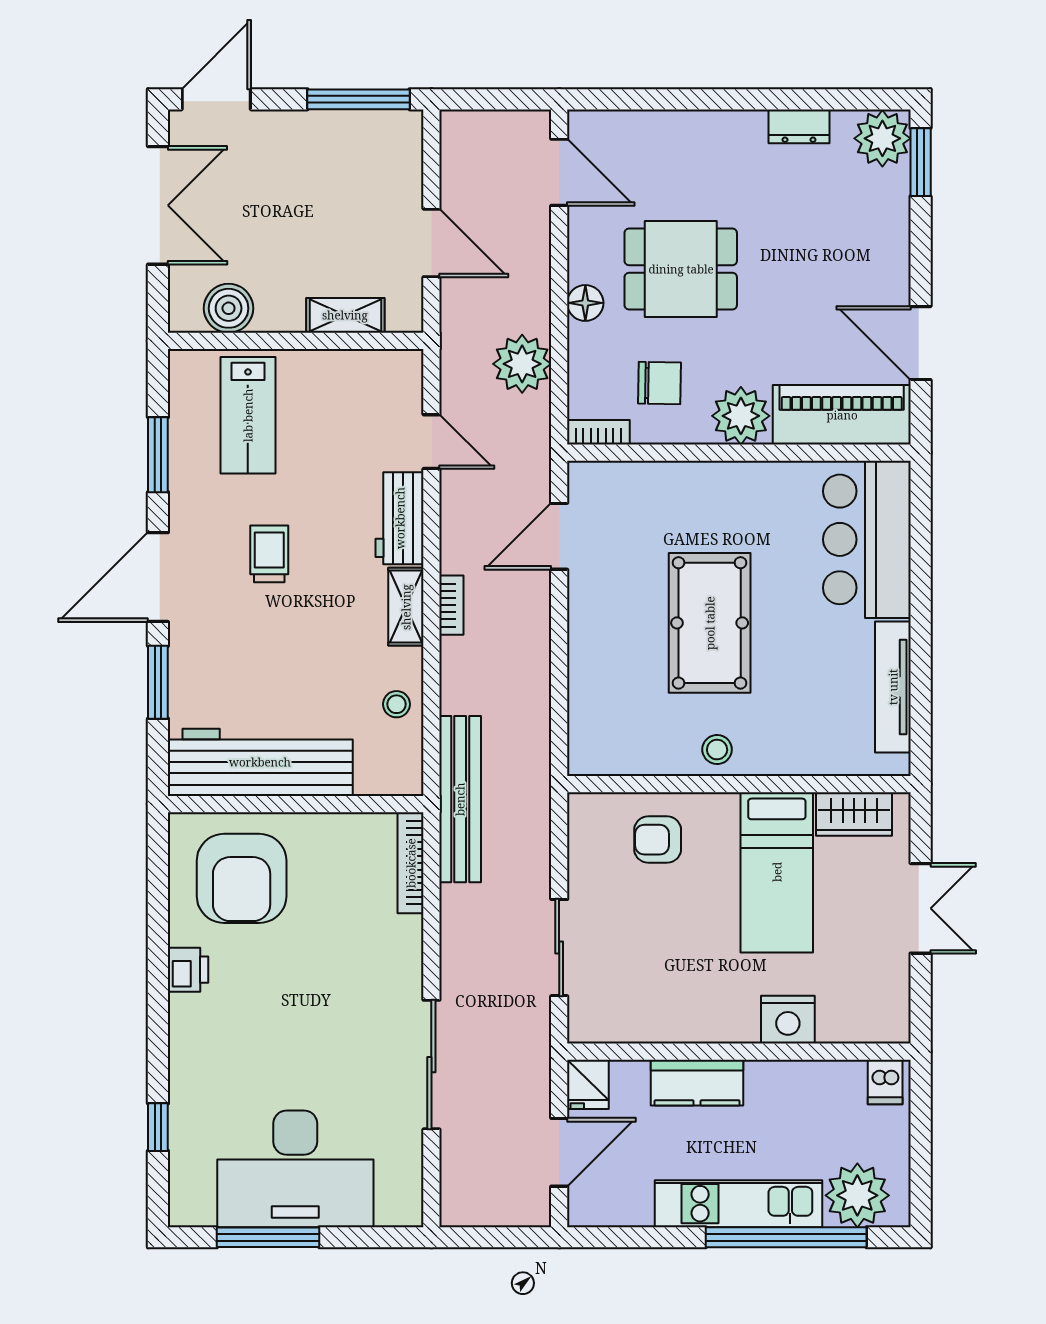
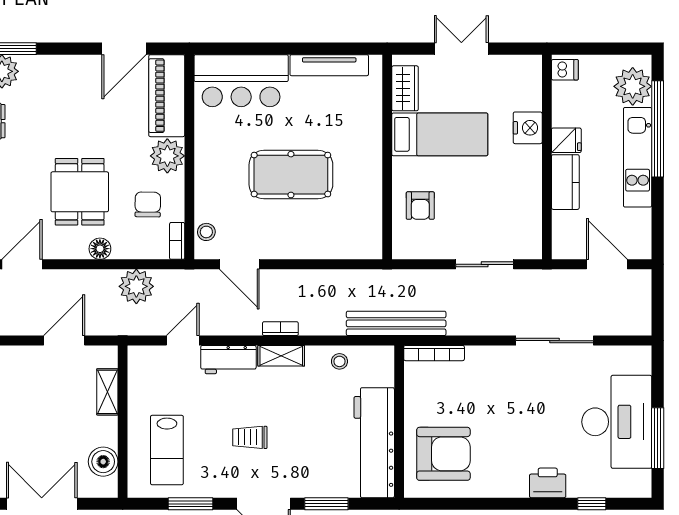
lab bench: (248, 415) -> (167, 450), turned 90
stool: (717, 750) -> (206, 232), moved
printer: (188, 970) -> (548, 483), moved, width x1.36, depth x1.24
fridge: (588, 1084) -> (566, 140), moved

